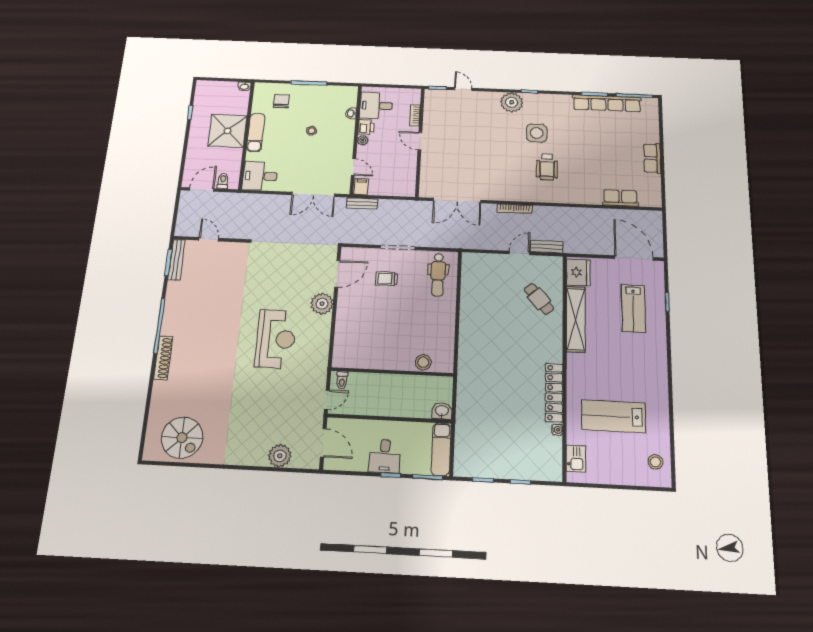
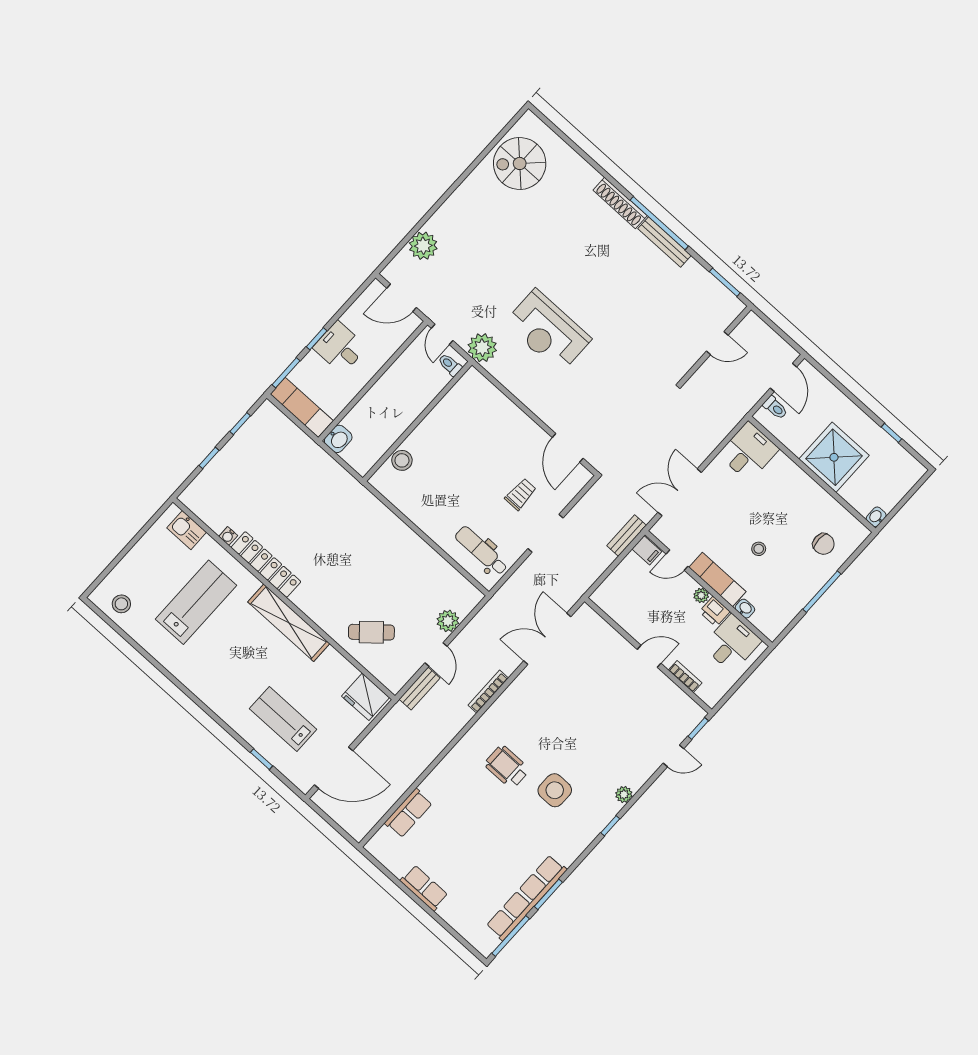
plant: (512, 102) -> (624, 794), width x0.53, depth x0.53
exam couch: (256, 132) -> (717, 579), moved, turned 180
bench: (177, 260) -> (665, 242), moved
plant: (495, 261) -> (448, 621), added
plant: (322, 304) -> (482, 348), moved
shelving: (576, 319) -> (289, 623), moved

